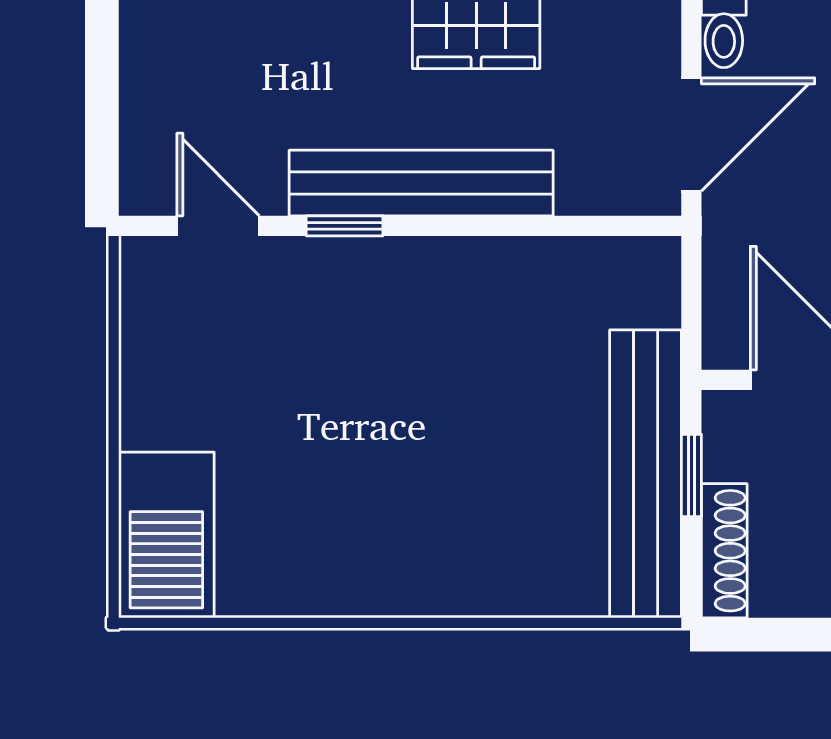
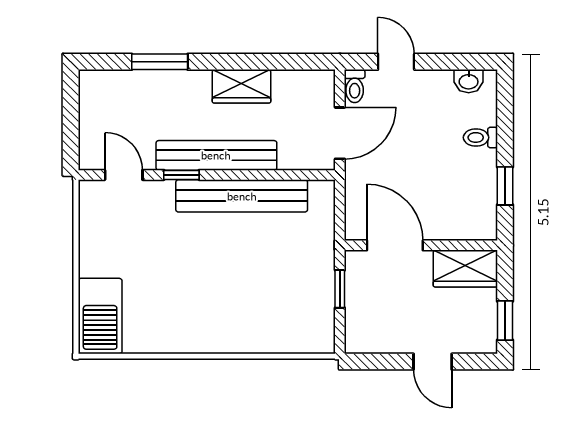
bench: (646, 474) -> (242, 196), moved, turned 90
shoe rack: (724, 551) -> (355, 323), removed

